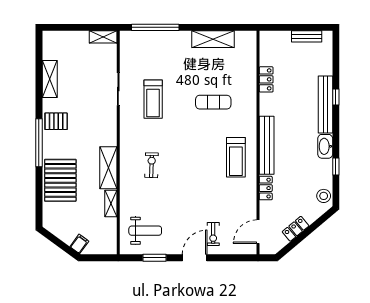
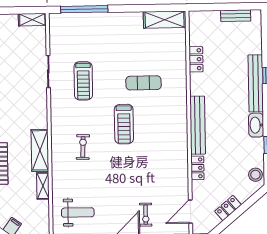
shelving: (213, 39) -> (165, 20), moved
treadmill: (236, 157) -> (124, 124), moved

